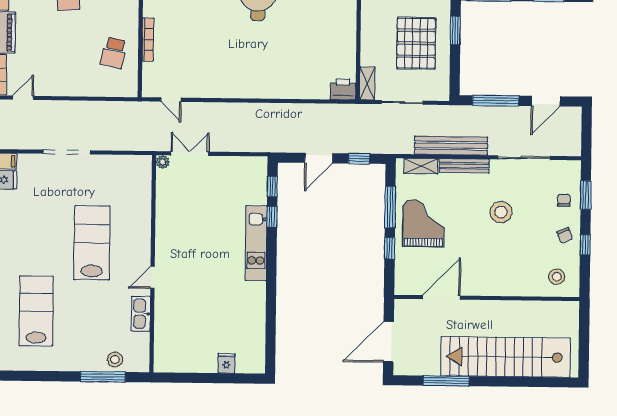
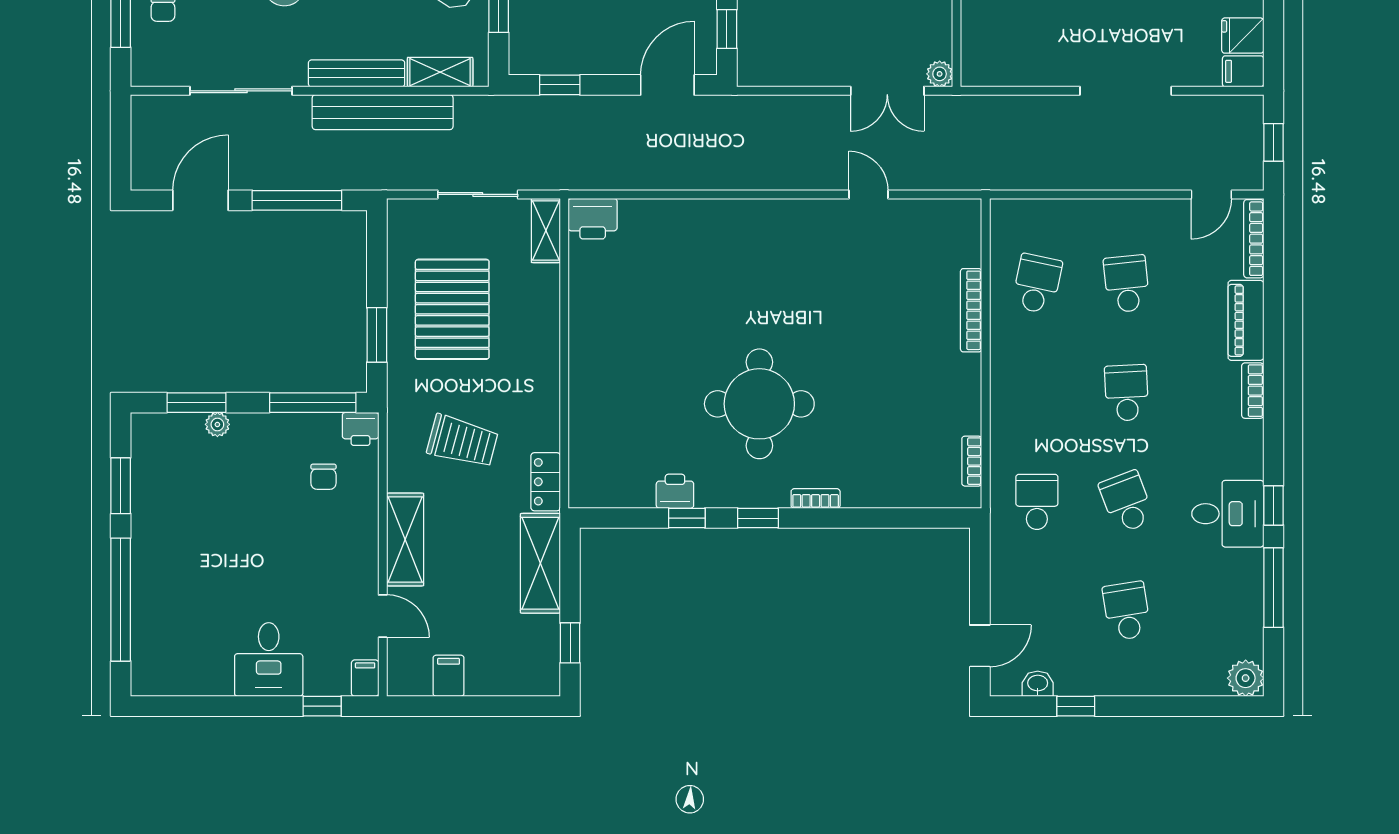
school desk: (67, 52) -> (1127, 284), added
door: (171, 100) -> (868, 194), moved
door: (319, 158) -> (667, 85), moved

